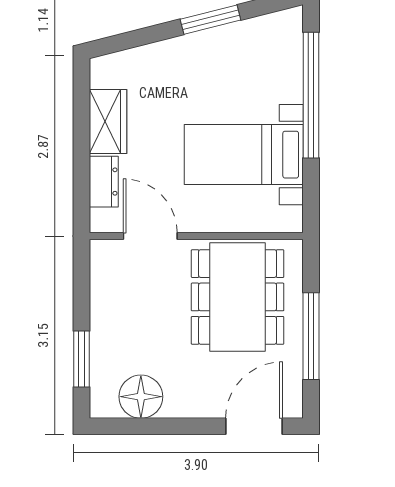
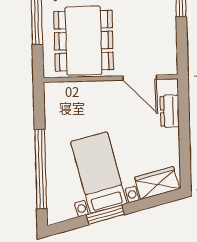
wardrobe: (108, 121) -> (157, 183), moved, turned 76
bed with nightstands: (244, 155) -> (99, 173), moved, turned -104

